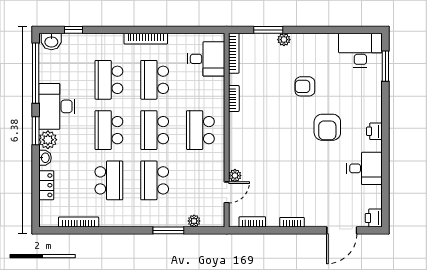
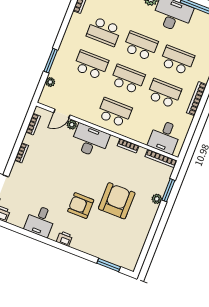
desk: (360, 50) -> (90, 141), moved, turned -90
armchair: (305, 86) -> (117, 201), width x1.88, depth x1.88
door: (227, 192) -> (62, 114), hinge flipped

